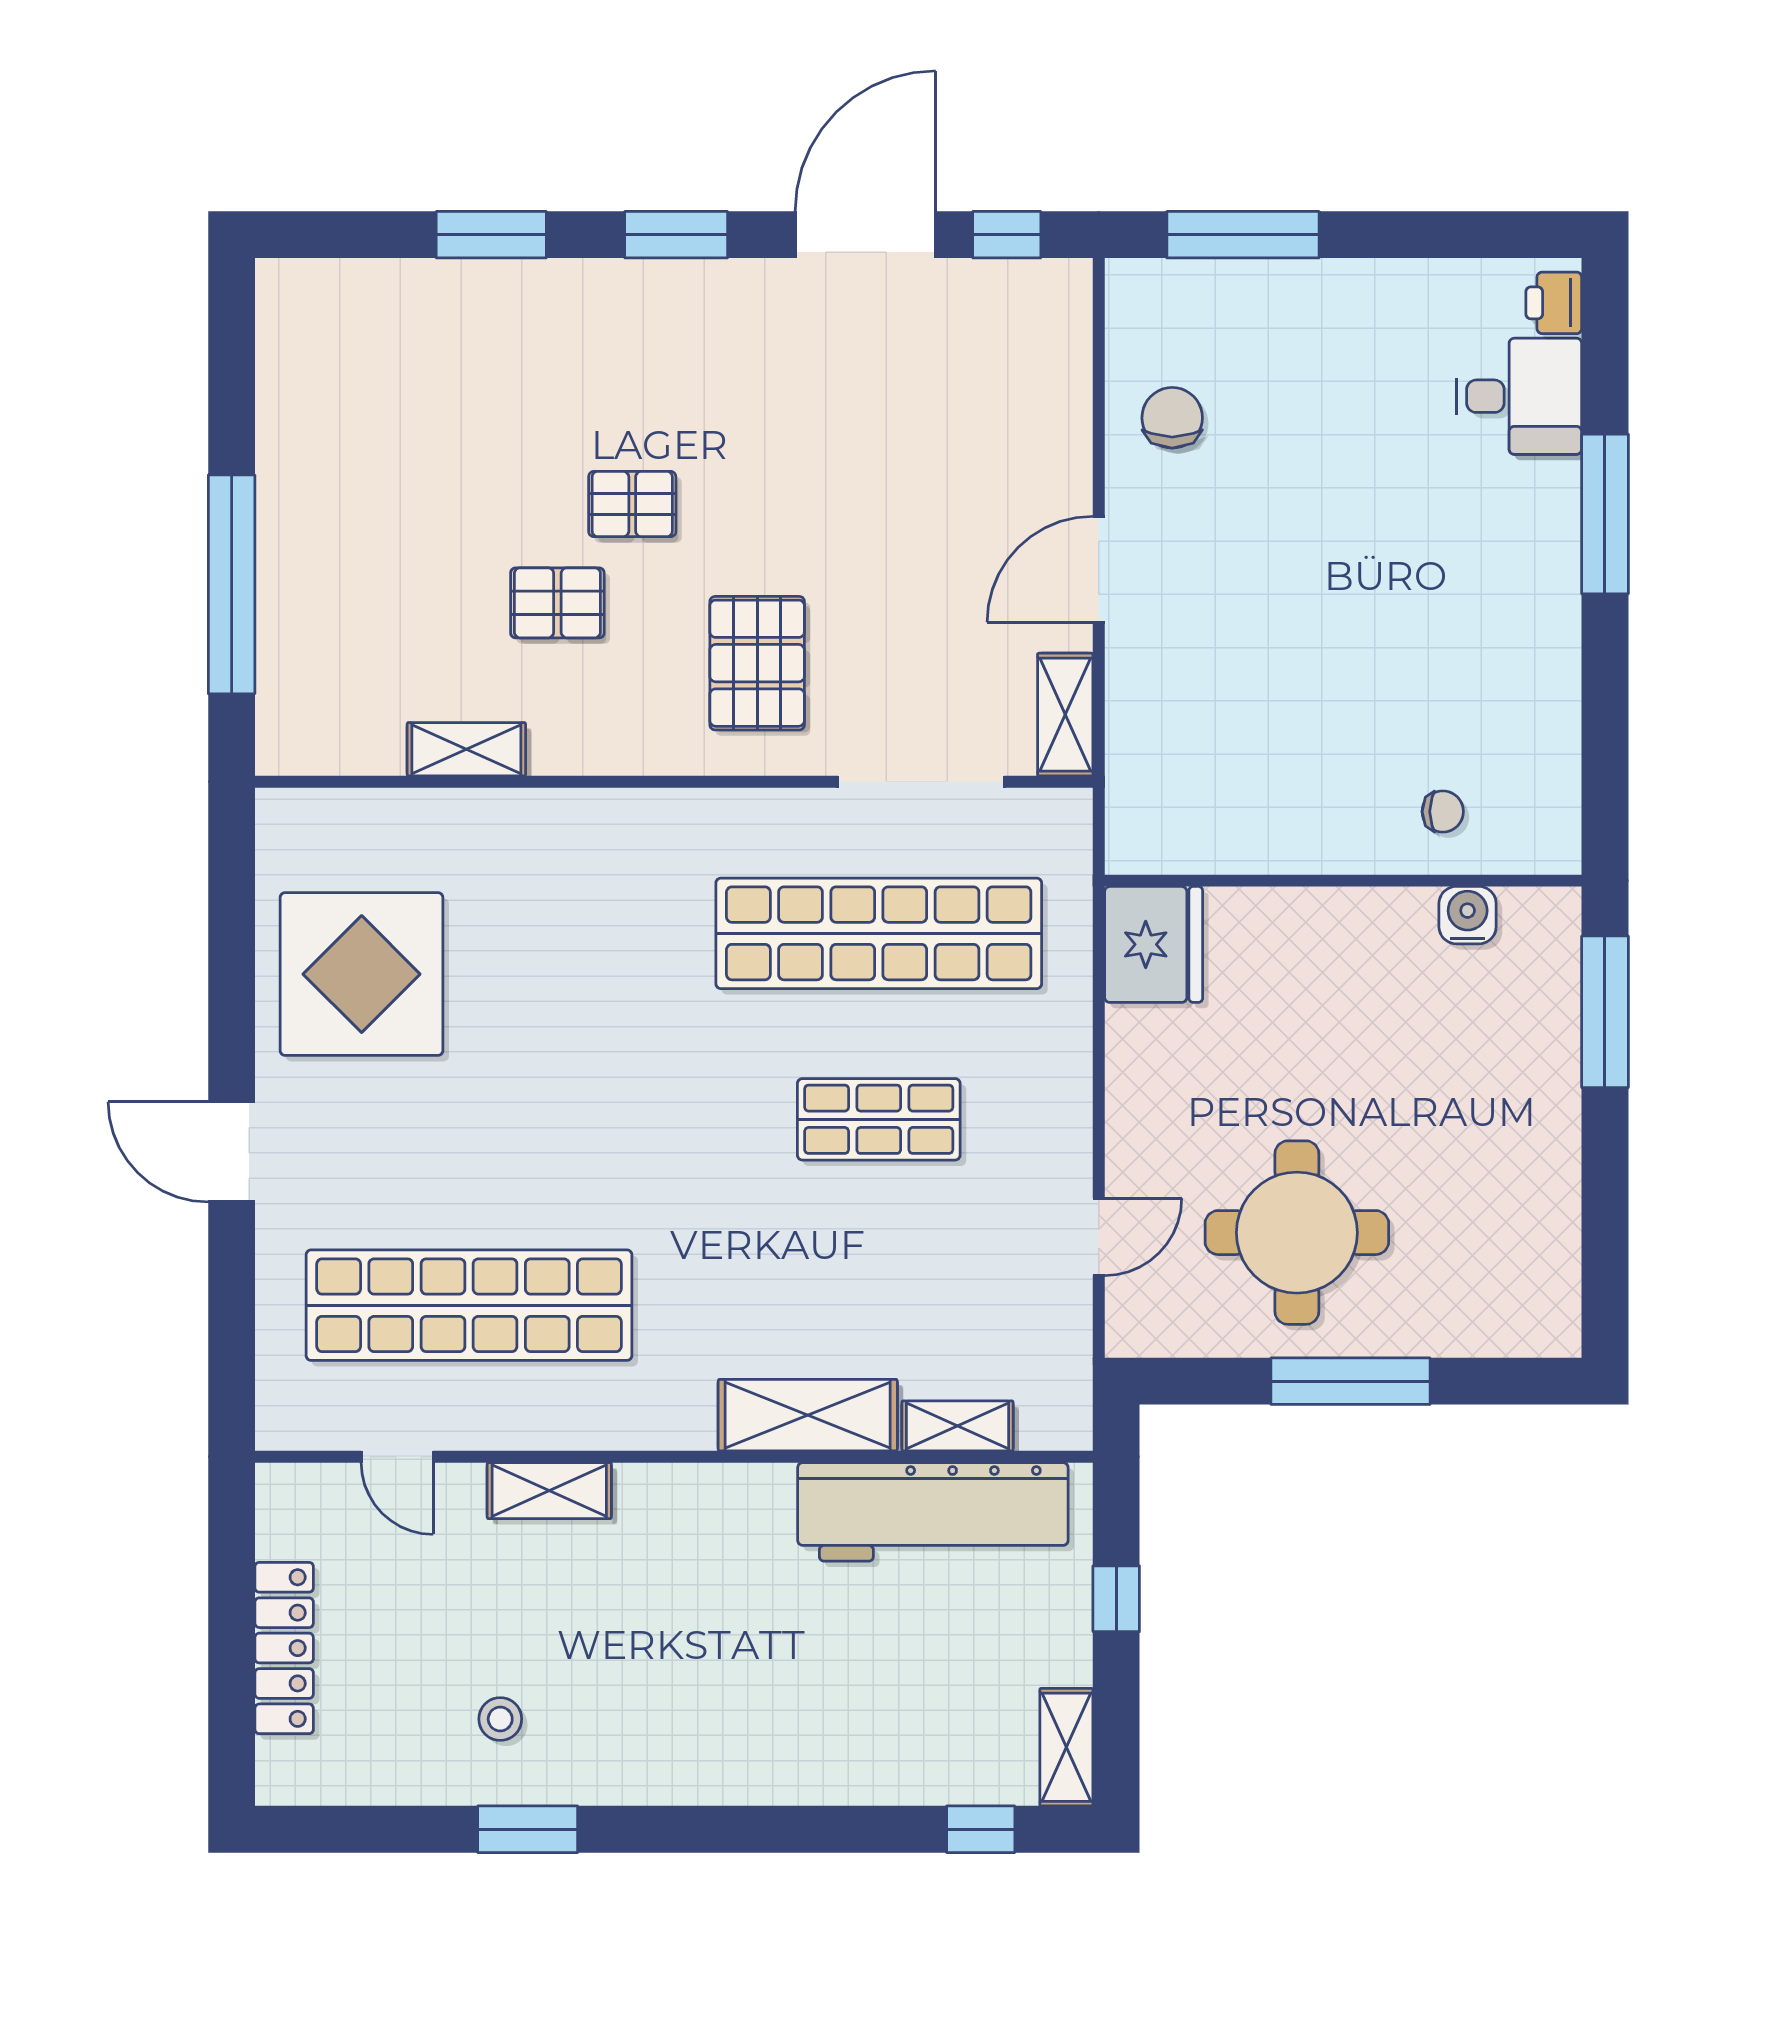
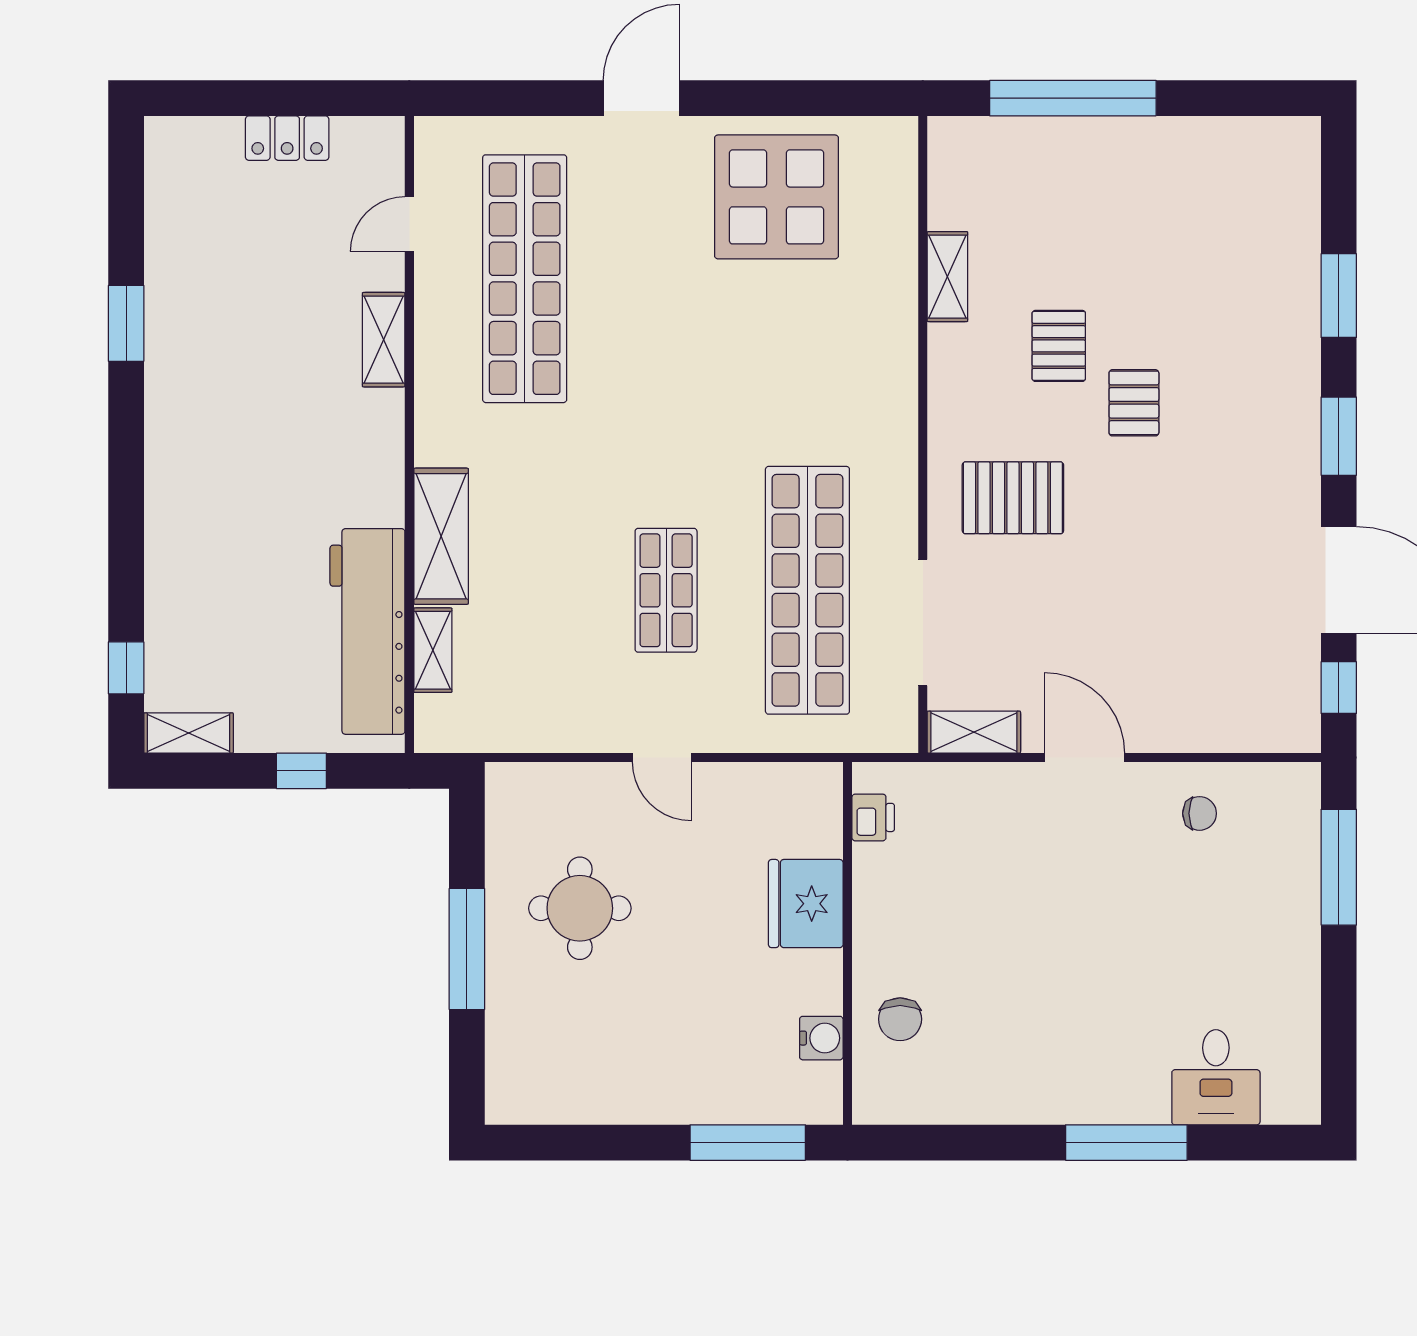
printer: (1554, 303) -> (873, 817), moved, turned 90
chair: (1172, 418) -> (1200, 813), width x0.73, depth x0.73
chair: (1443, 812) -> (900, 1019), width x1.37, depth x1.37
fridge: (1154, 944) -> (806, 904), moved, turned 90
round table: (1297, 1233) -> (580, 908), width x0.73, depth x0.73
door: (1099, 1237) -> (662, 758), moved
locker: (284, 1648) -> (287, 138), width x0.66
stool: (500, 1719) -> (210, 302), removed

